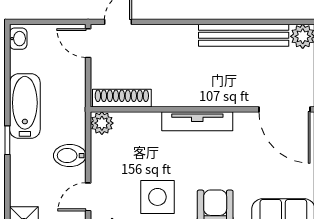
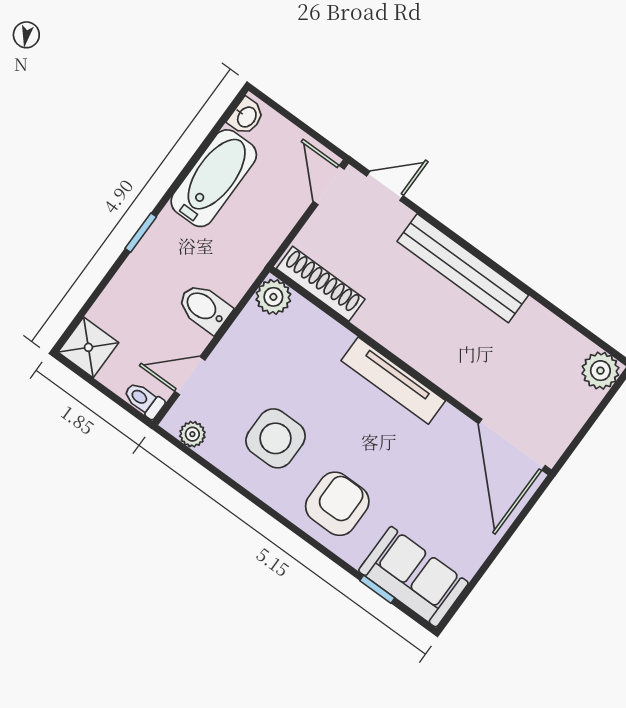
bench: (244, 35) -> (463, 268), moved
bathtub: (25, 106) -> (214, 178), moved

